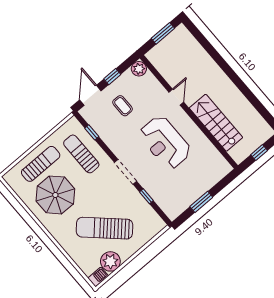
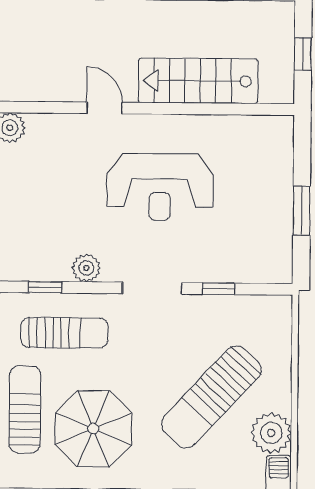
coffee table: (123, 106) -> (45, 203), removed
plant: (112, 141) -> (86, 268), added
sun lounger: (81, 154) -> (64, 333), turned 180

